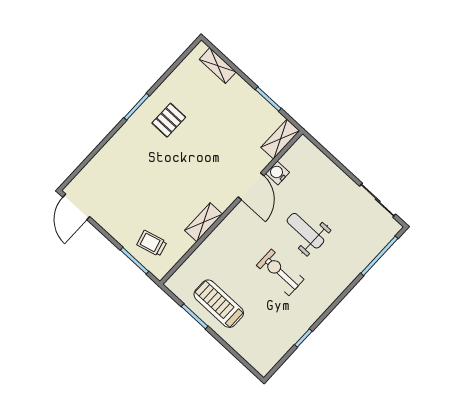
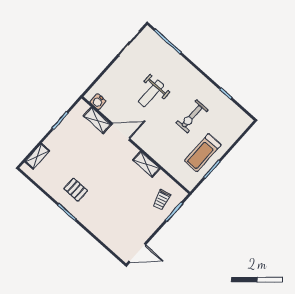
shelving: (280, 139) -> (97, 120), moved
water cooler: (278, 173) -> (98, 102), moved
exercise bike: (280, 272) -> (192, 116), moved

